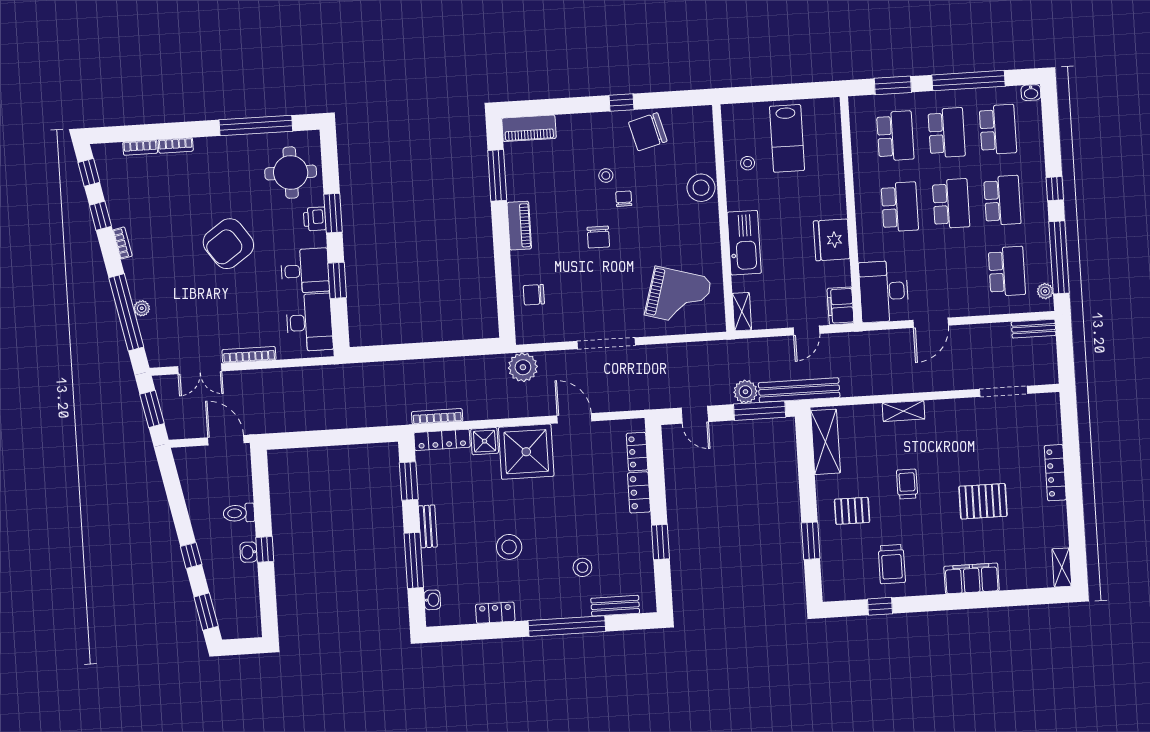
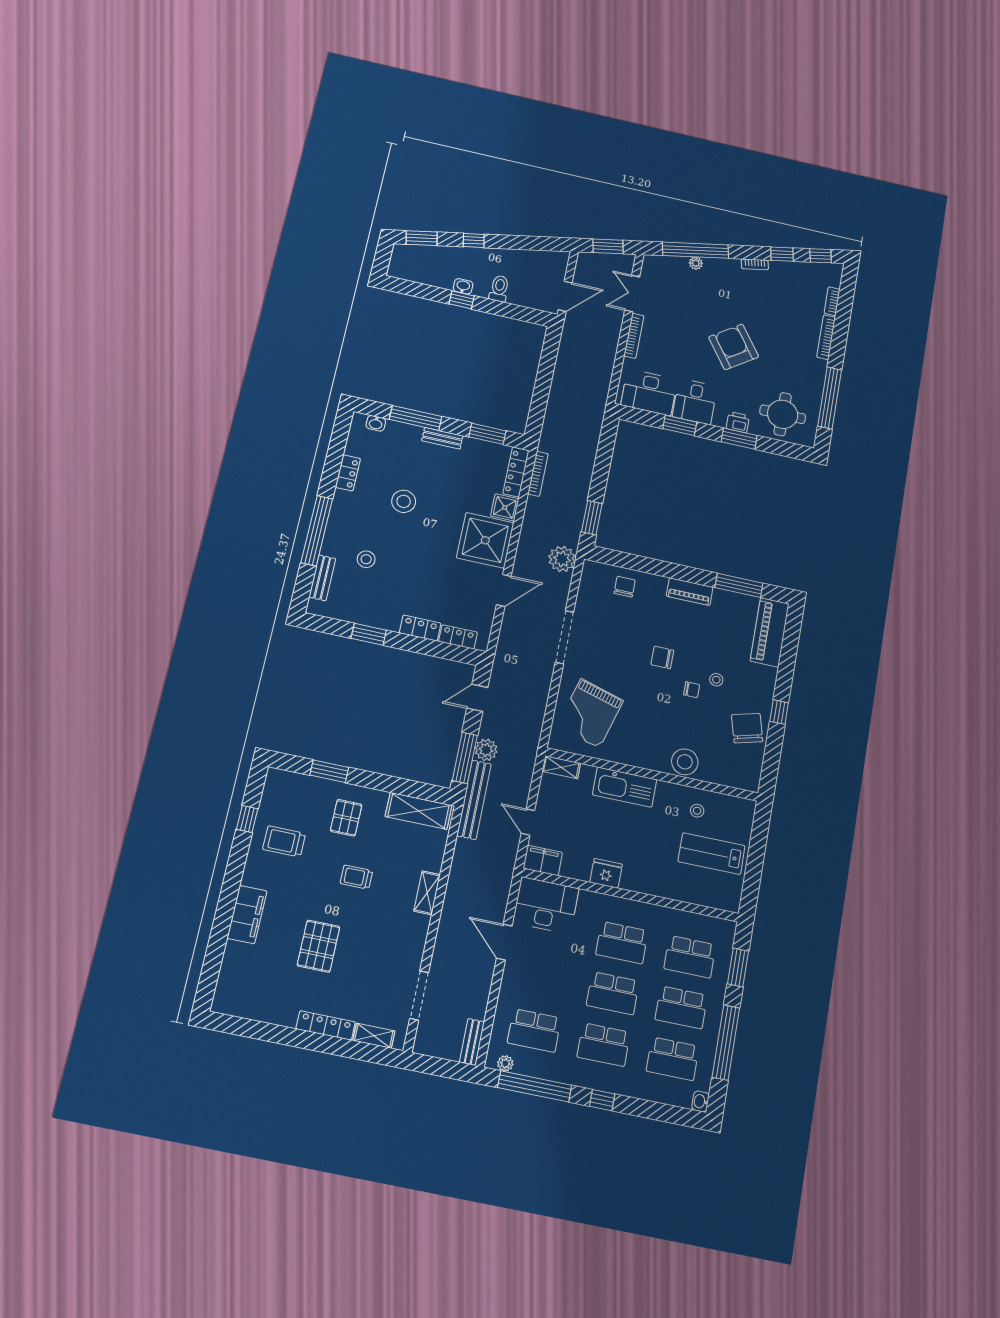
piano: (529, 128) -> (770, 632), width x1.37, depth x1.33
bookcase: (176, 145) -> (826, 337), width x1.56
fridge: (832, 240) -> (606, 873), width x0.73, depth x0.75
window: (469, 348) -> (592, 518), added
trolley: (907, 484) -> (356, 877), turned 180
shelving: (1062, 567) -> (374, 1036), moved

